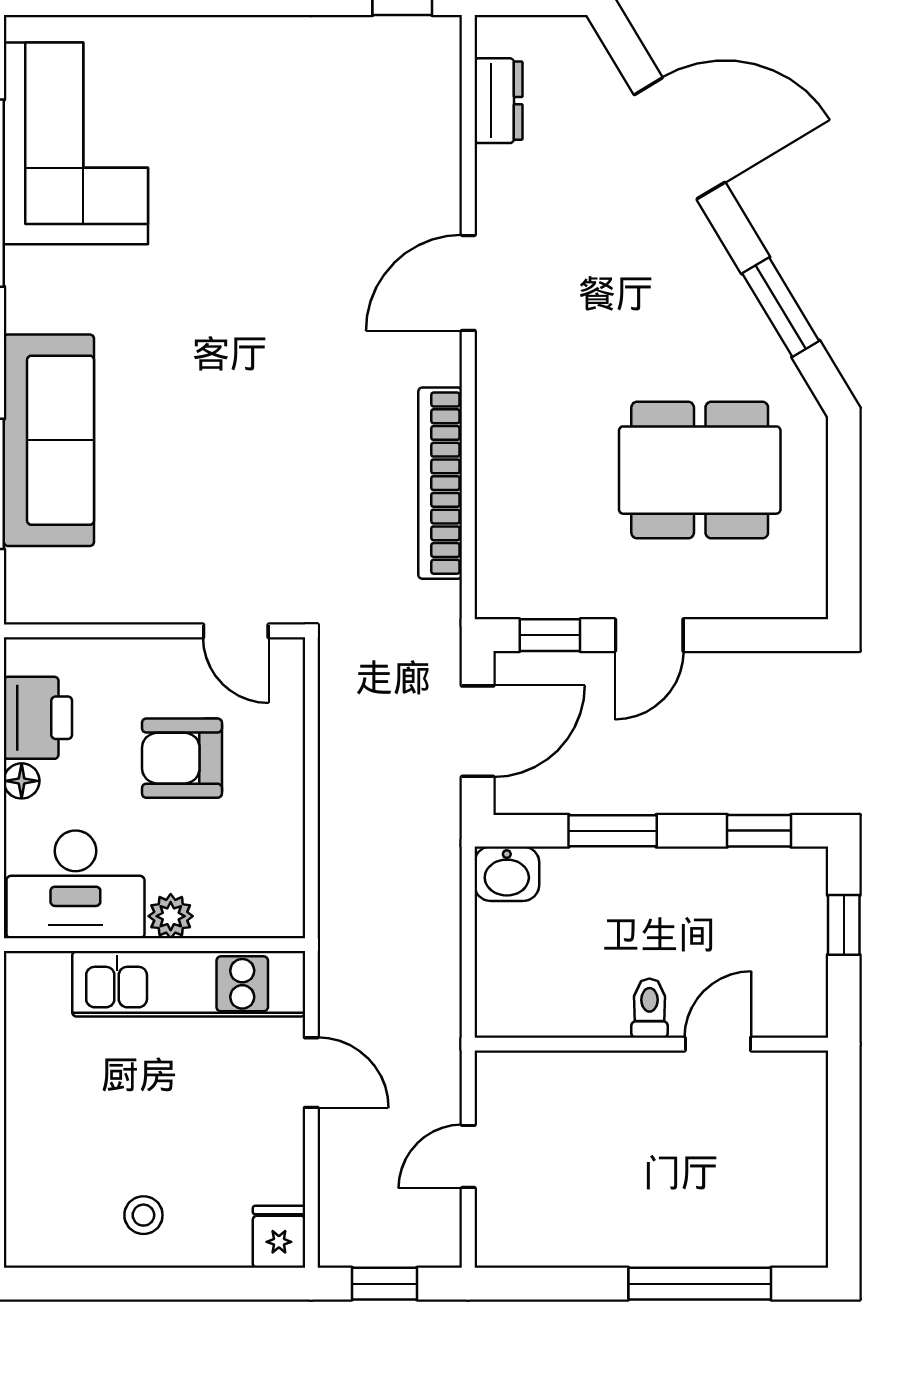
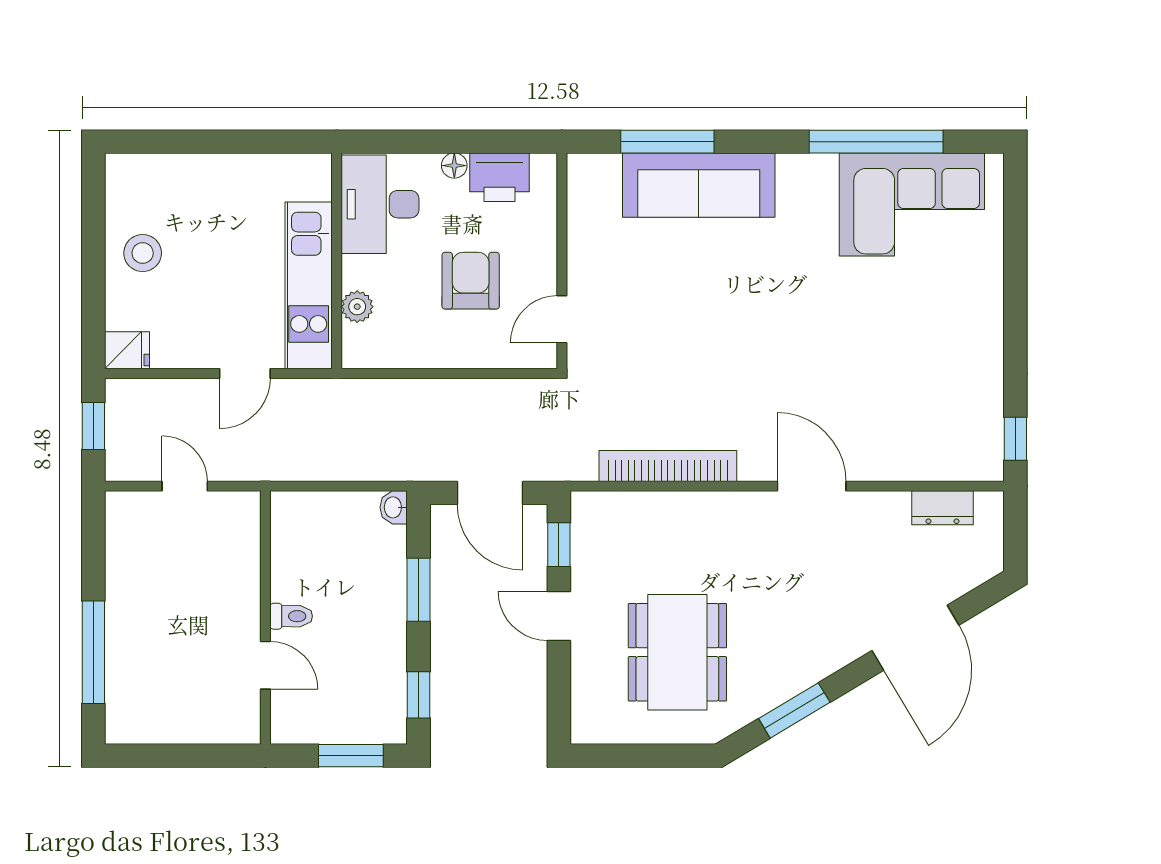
washbasin: (507, 874) -> (394, 507), width x0.72, depth x0.69
plant: (171, 916) -> (357, 307), moved
window: (844, 925) -> (351, 756), width x1.50
stool: (143, 1215) -> (143, 253), width x1.37, depth x1.37

